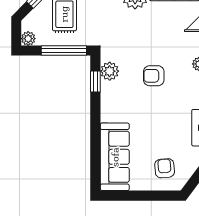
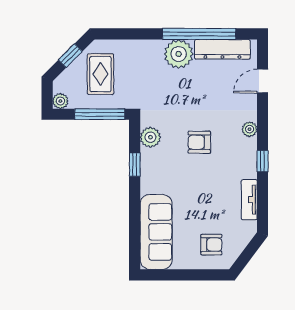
window: (95, 81) -> (135, 165), moved
armchair: (165, 168) -> (211, 245), turned 95

